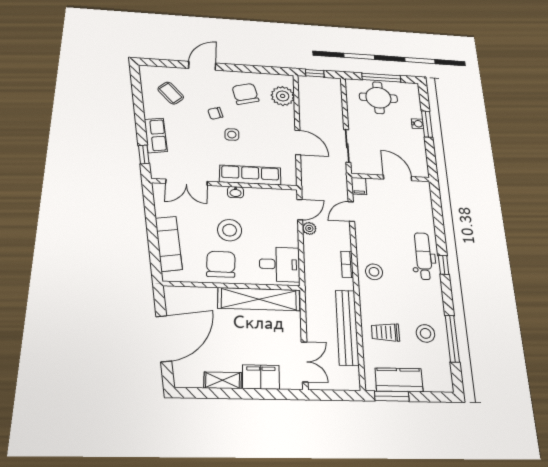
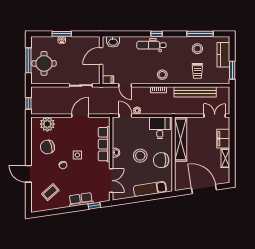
washbasin: (423, 196) -> (113, 42), added
kitchen counter: (399, 380) -> (223, 55), moved

